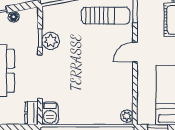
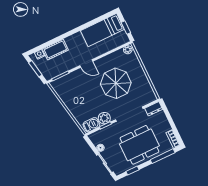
sun lounger: (106, 16) -> (73, 92), removed
parasol: (90, 79) -> (116, 83), added
barbecue: (50, 113) -> (91, 125), moved

